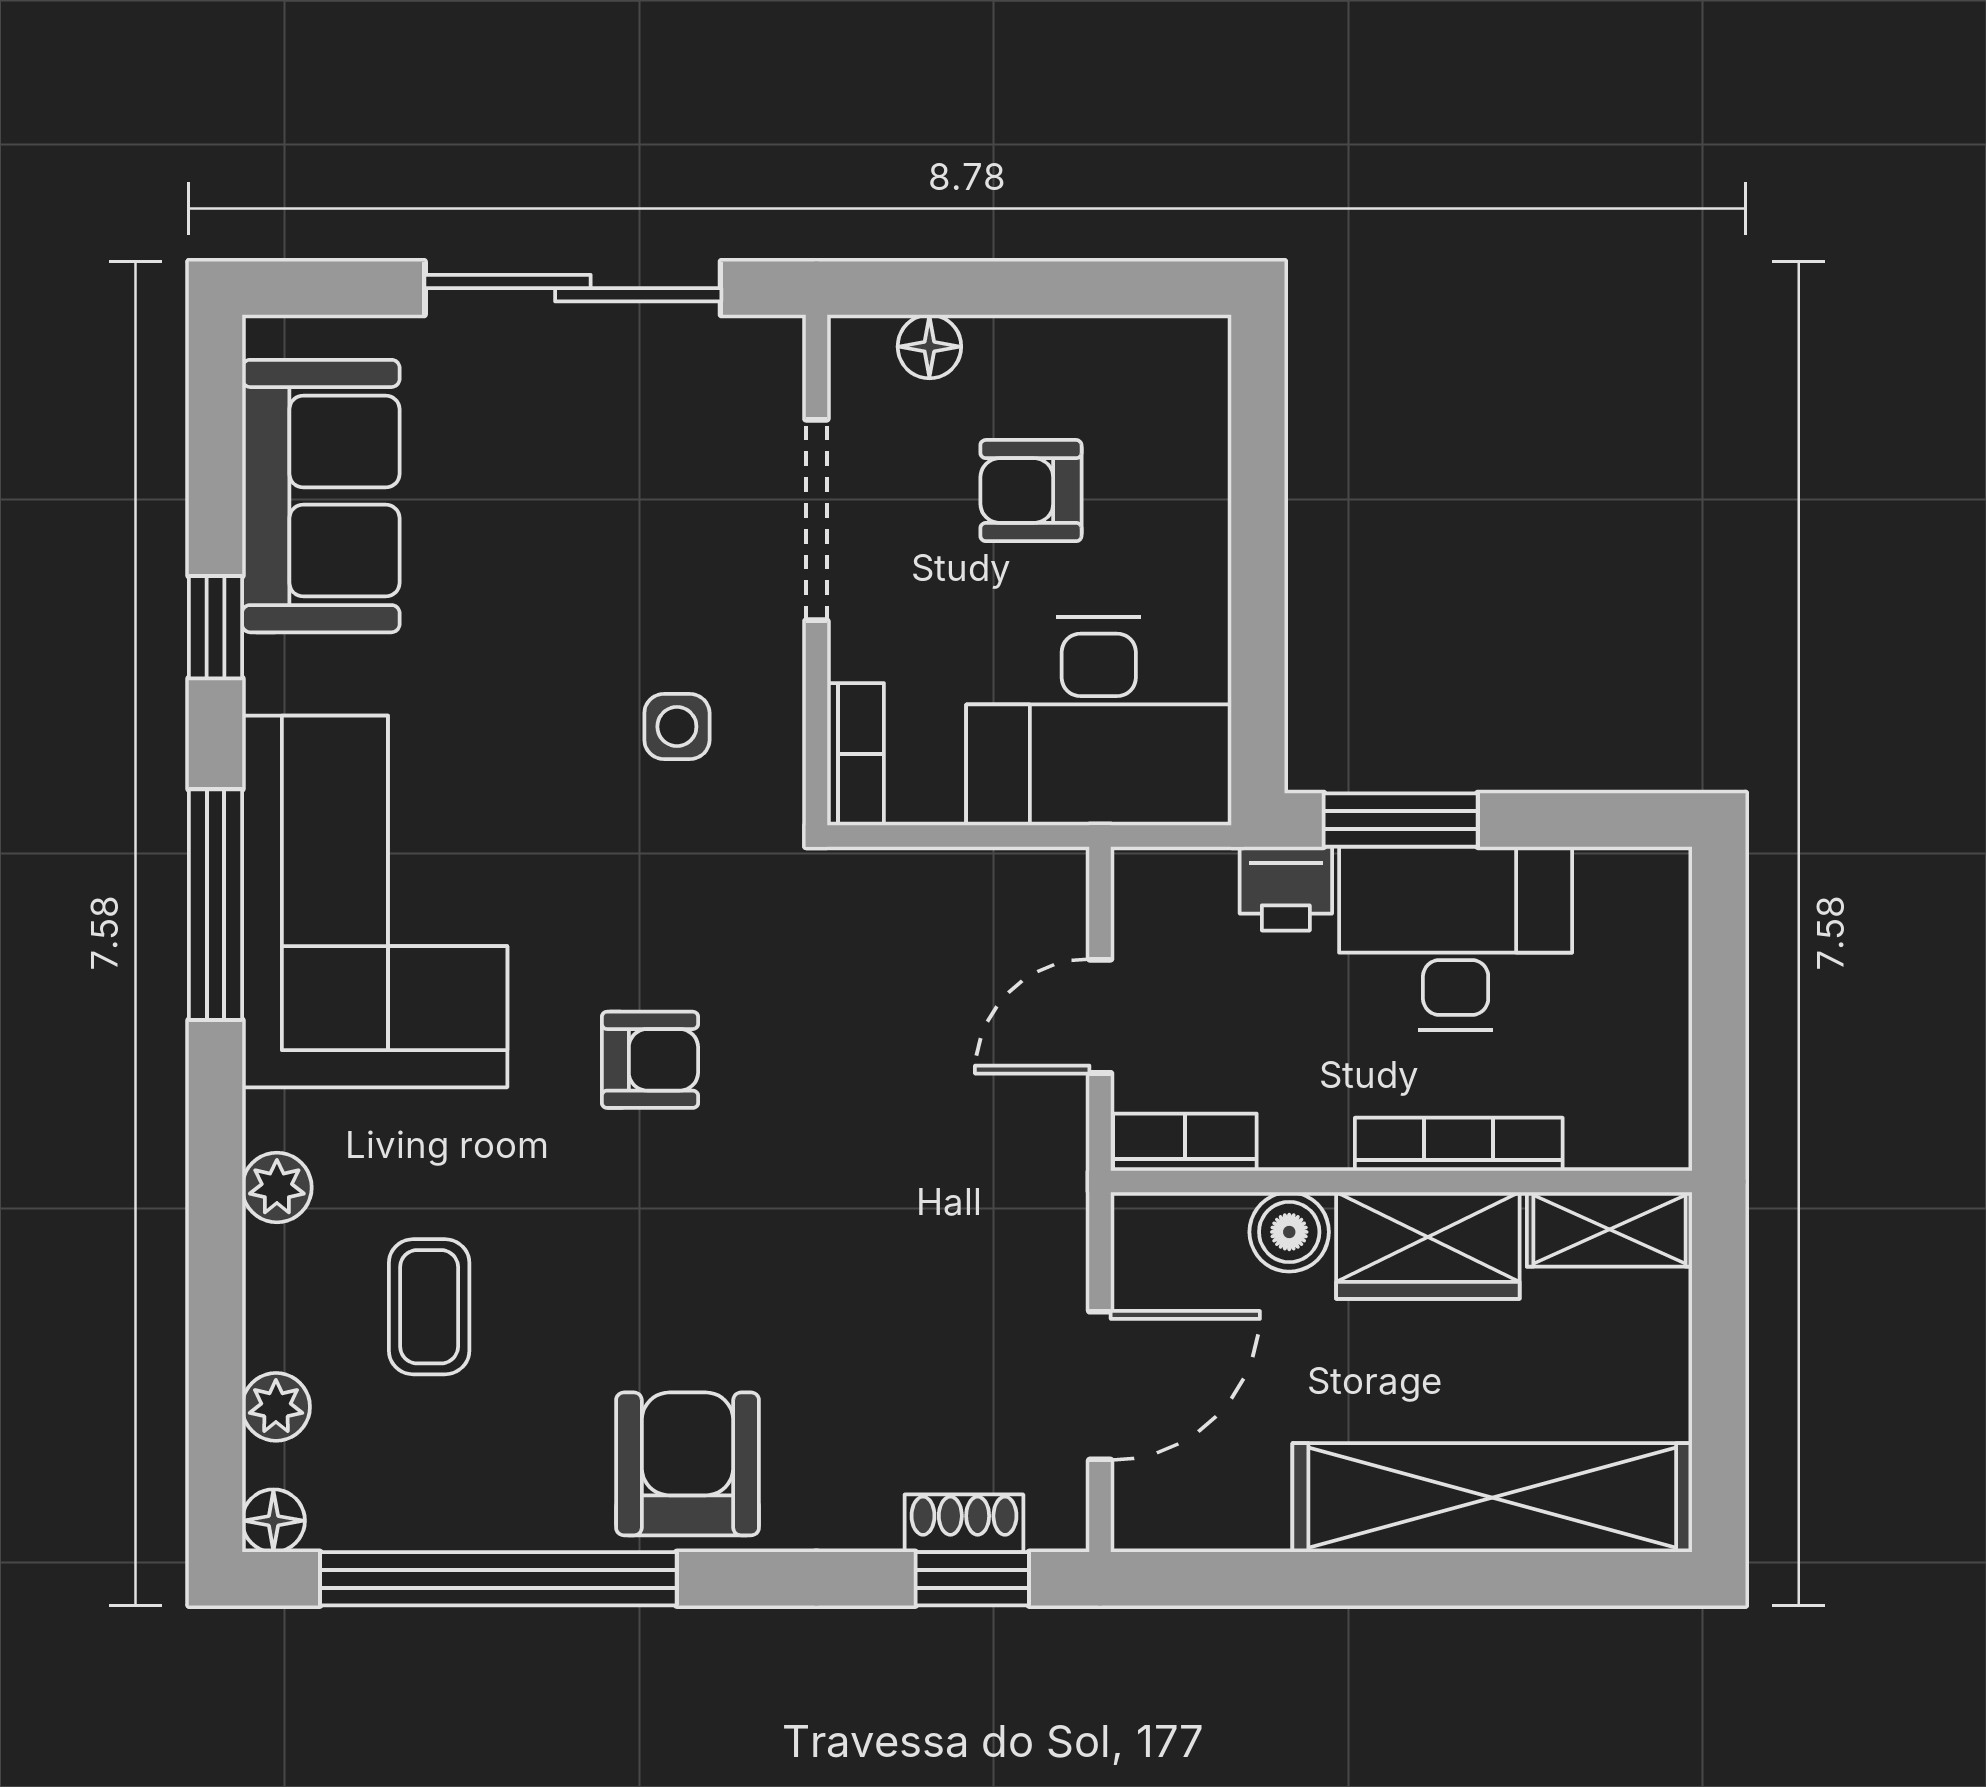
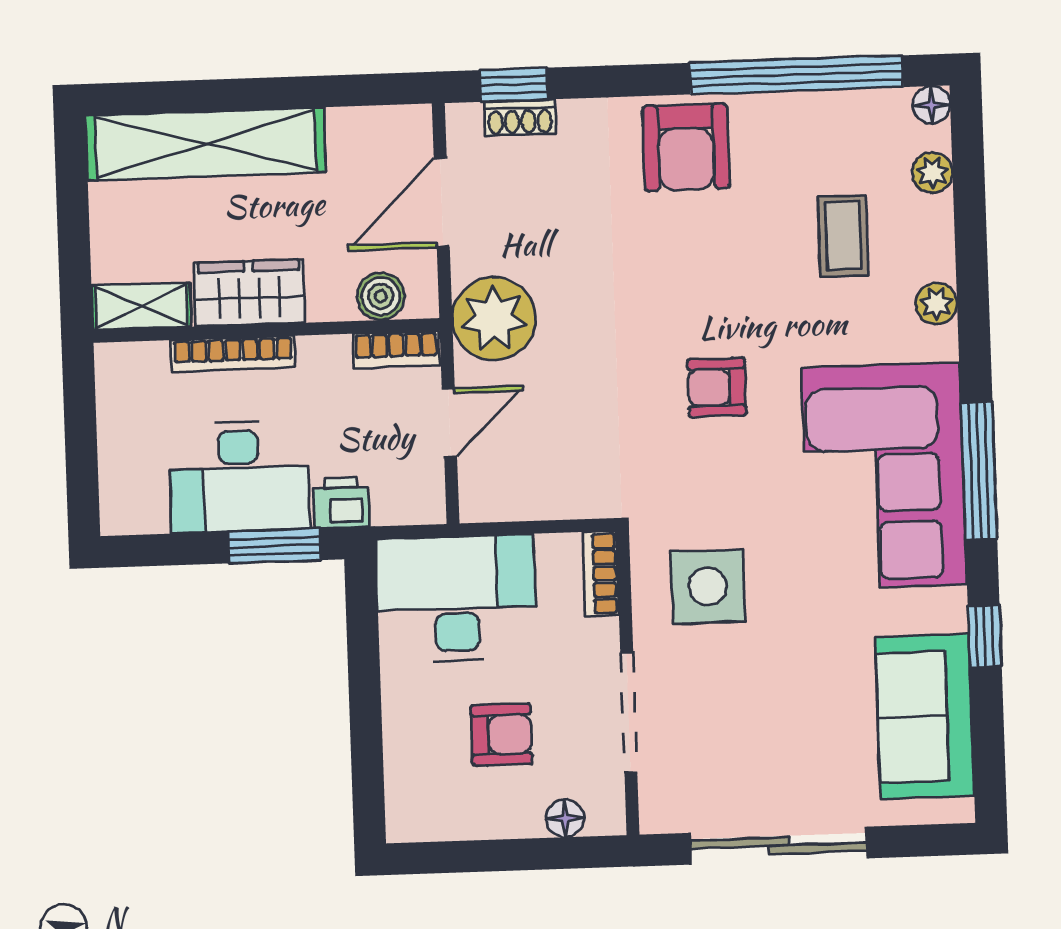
side table: (677, 727) -> (708, 586), width x1.87, depth x1.87
plant: (1020, 1188) -> (494, 319), added
boiler: (1289, 1232) -> (381, 296), moved

